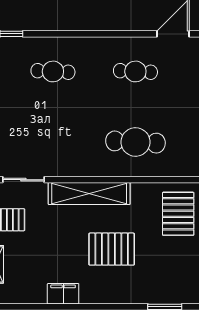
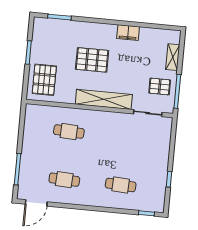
cafe table: (135, 142) -> (69, 132), width x0.73, depth x0.74

